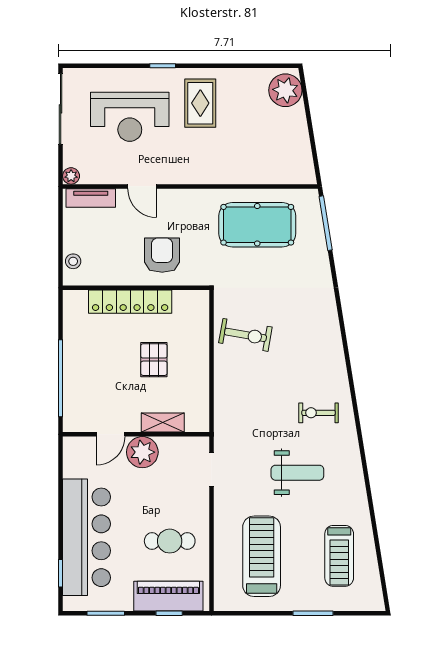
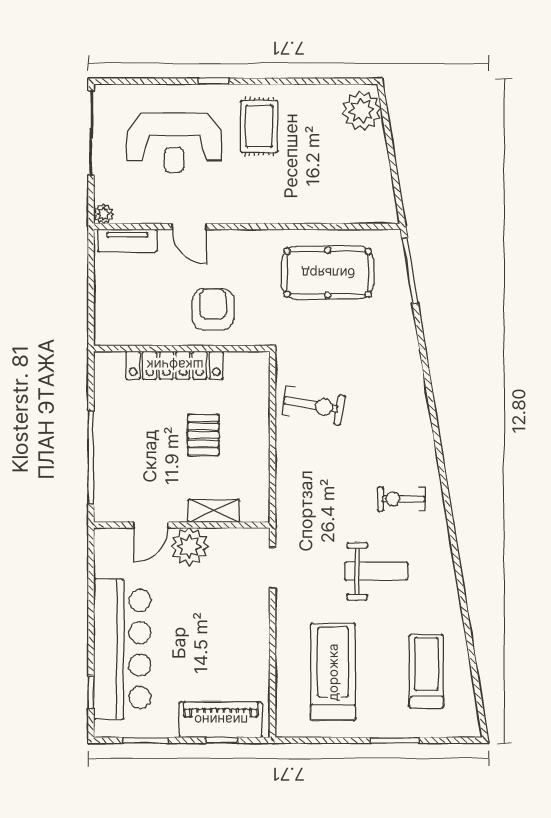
stool: (73, 261) -> (106, 317), removed
cafe table: (170, 541) -> (222, 653), removed
treadmill: (339, 556) -> (426, 671), turned 180

